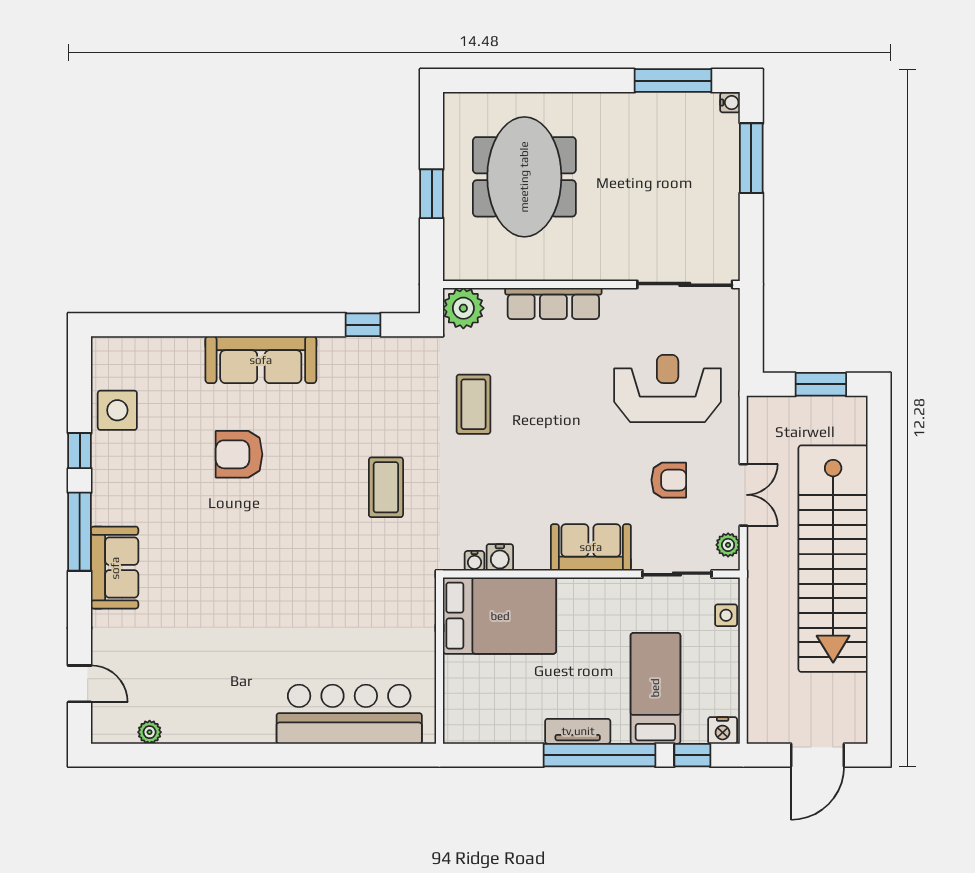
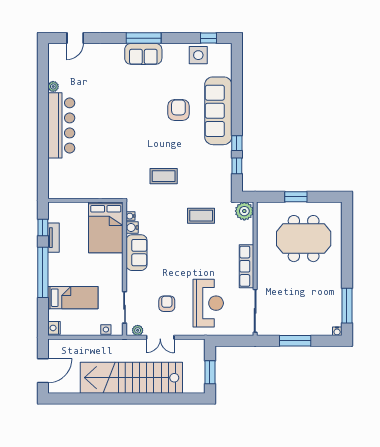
window: (751, 158) -> (295, 341), moved
row of seats: (553, 303) -> (246, 266), moved
window: (313, 325) -> (237, 143), added
sofa: (261, 360) -> (218, 111), width x1.36, depth x1.27
window: (80, 451) -> (208, 38), moved
armchair: (669, 480) -> (167, 304), turned 180
sofa: (591, 547) -> (137, 253), moved
sofa: (115, 568) -> (143, 54), moved
bar counter: (349, 714) -> (61, 125), moved
tv unit: (578, 731) -> (54, 238), moved
plant: (150, 732) -> (53, 86), moved
window: (692, 755) -> (43, 227), moved
door: (817, 755) -> (43, 371), swing flipped

